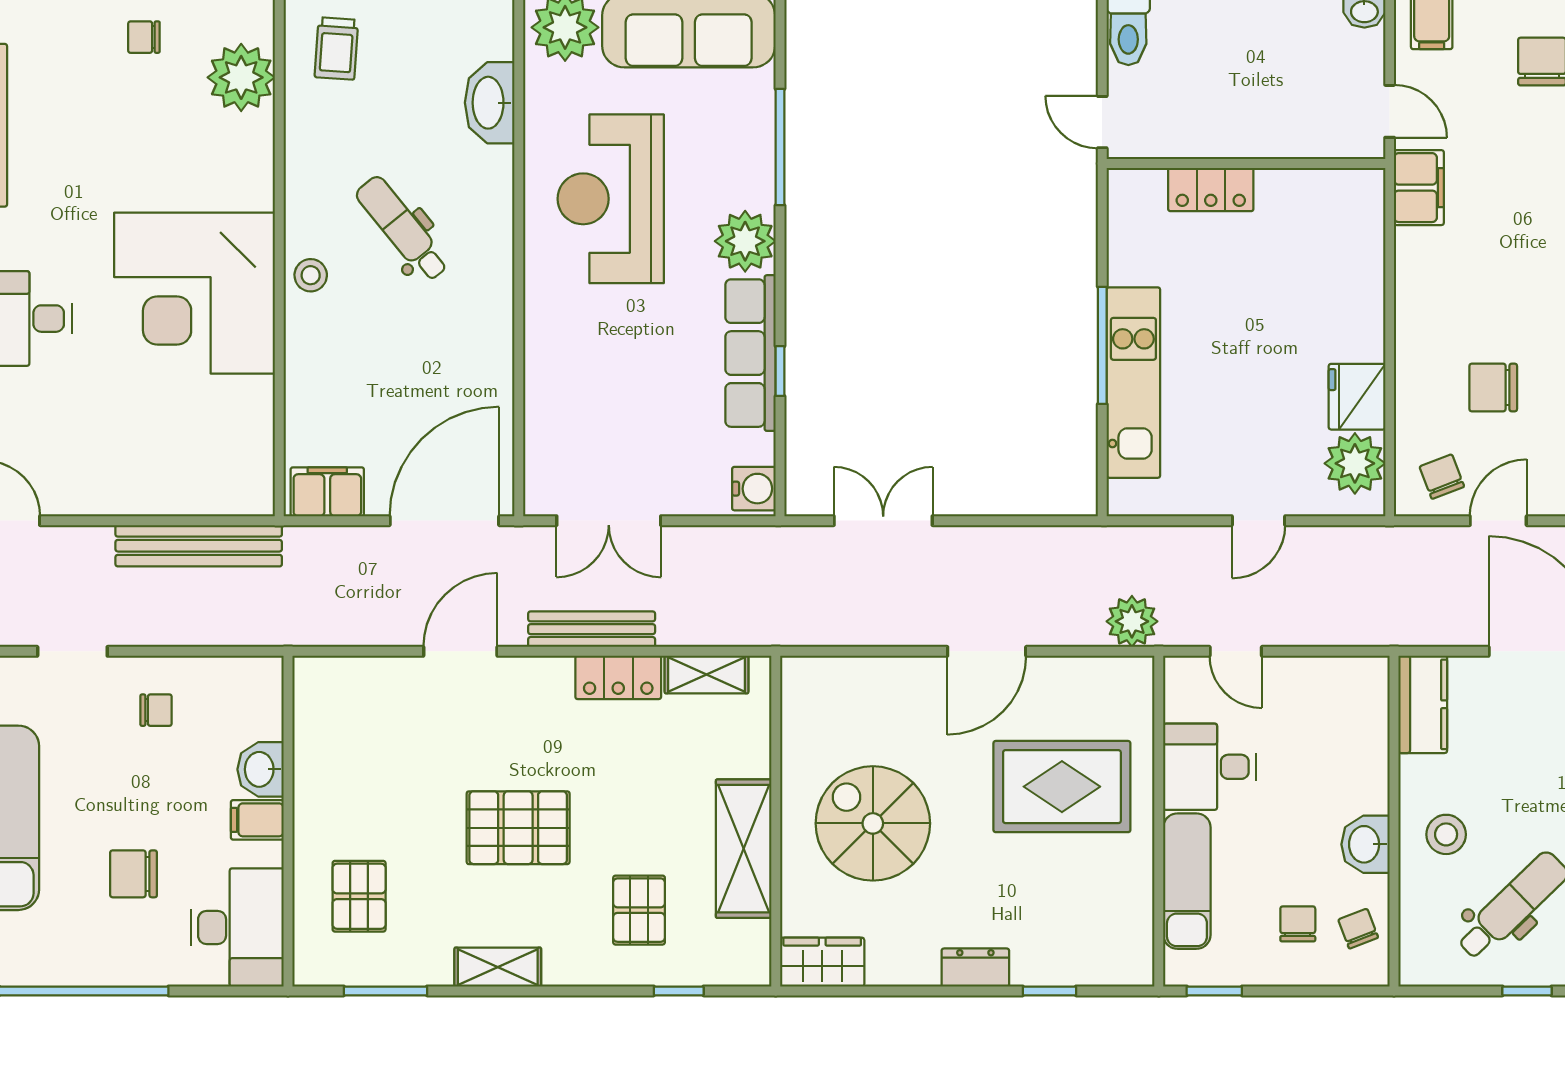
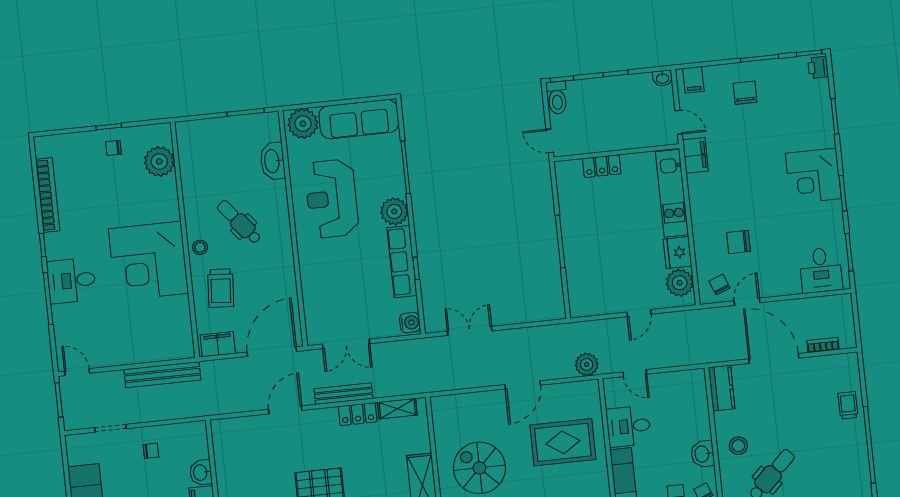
trolley: (336, 48) -> (221, 288), moved, width x1.36, depth x1.39
kitchen unit: (1133, 383) -> (672, 193), moved, turned 180

